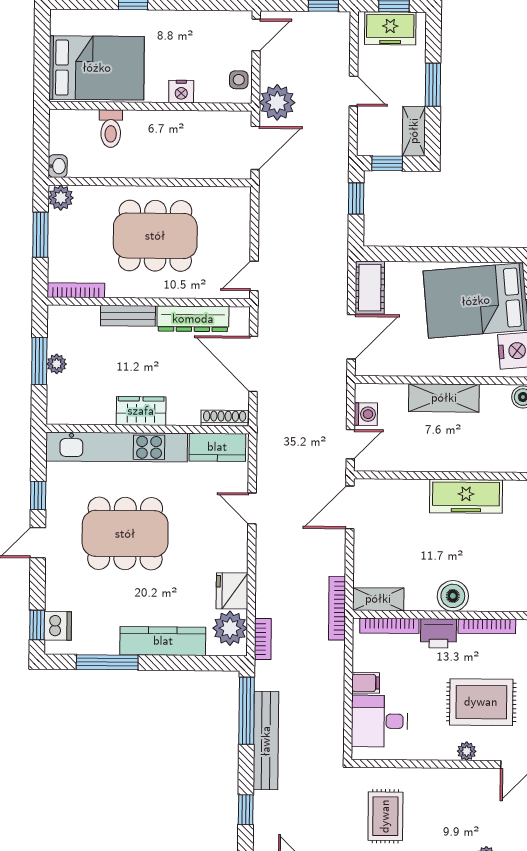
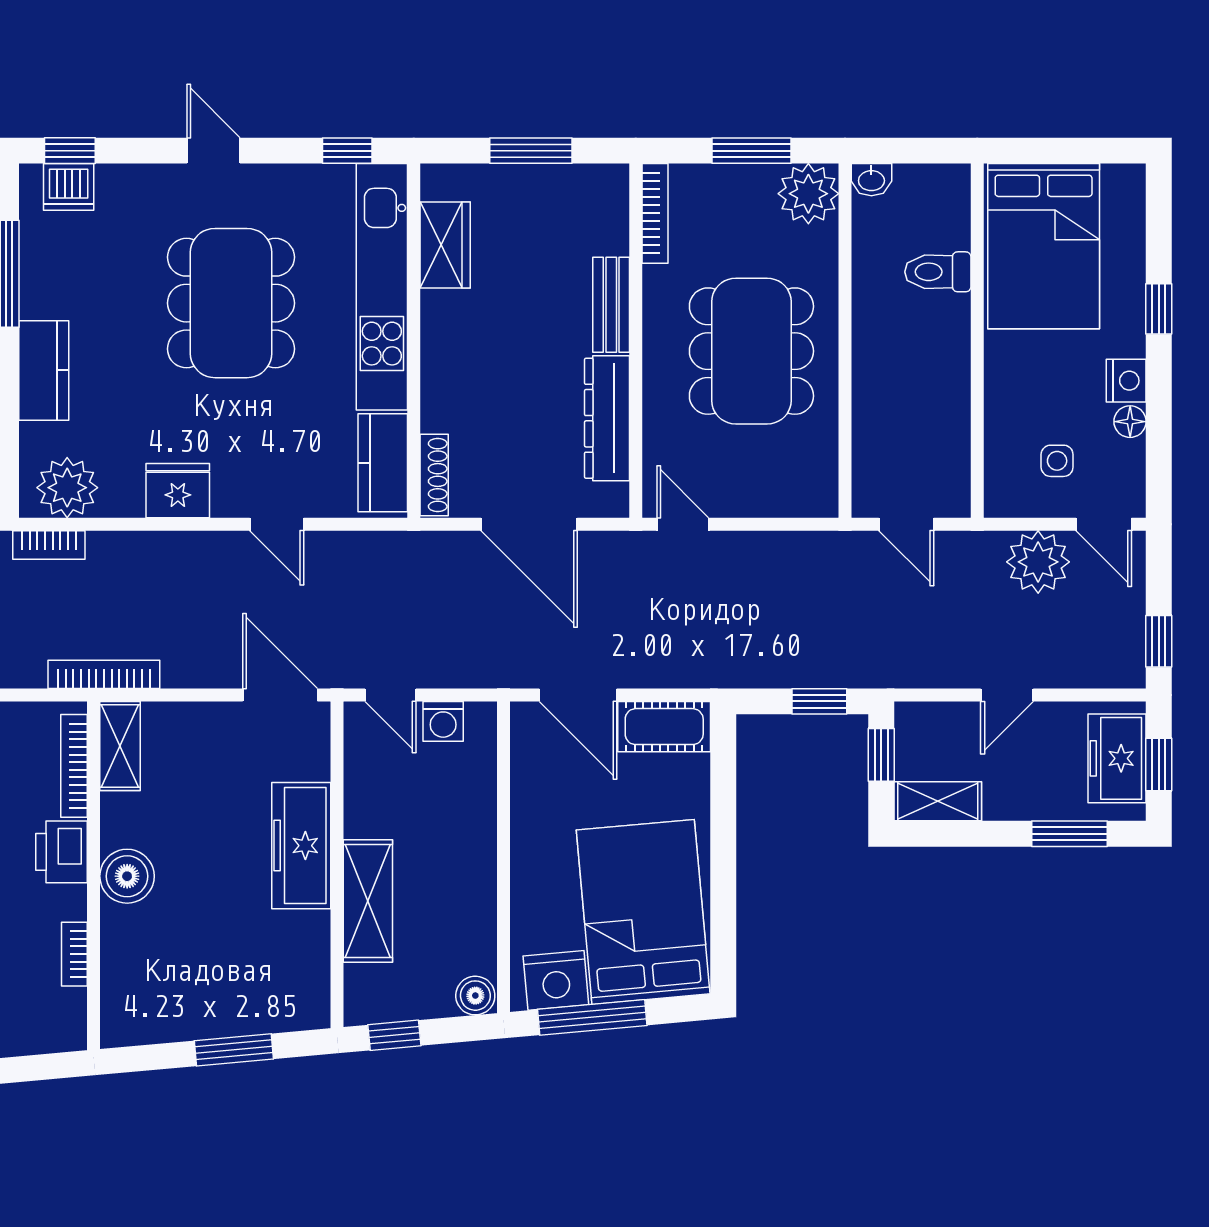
floor lamp: (197, 19) -> (1130, 422), added
side table: (239, 80) -> (1057, 461), moved
window: (433, 85) -> (1069, 834), moved
nightstand: (181, 92) -> (1126, 381), moved, turned 180
plant: (277, 102) -> (1038, 562), moved
door: (255, 148) -> (906, 524), width x0.73
plant: (61, 198) -> (808, 194), width x1.36, depth x1.36
plant: (57, 364) -> (526, 181), removed
door: (253, 364) -> (529, 524), swing flipped
shelving: (444, 398) -> (368, 901), moved
wardrobe: (141, 411) -> (445, 245), moved
window: (38, 495) -> (347, 151), moved
freezer: (466, 496) -> (301, 846), moved
door: (252, 508) -> (277, 524), swing flipped
fridge: (232, 591) -> (178, 491), moved
bookcase: (487, 626) -> (74, 954), width x0.64
kitchen counter: (163, 641) -> (44, 370), width x0.67

